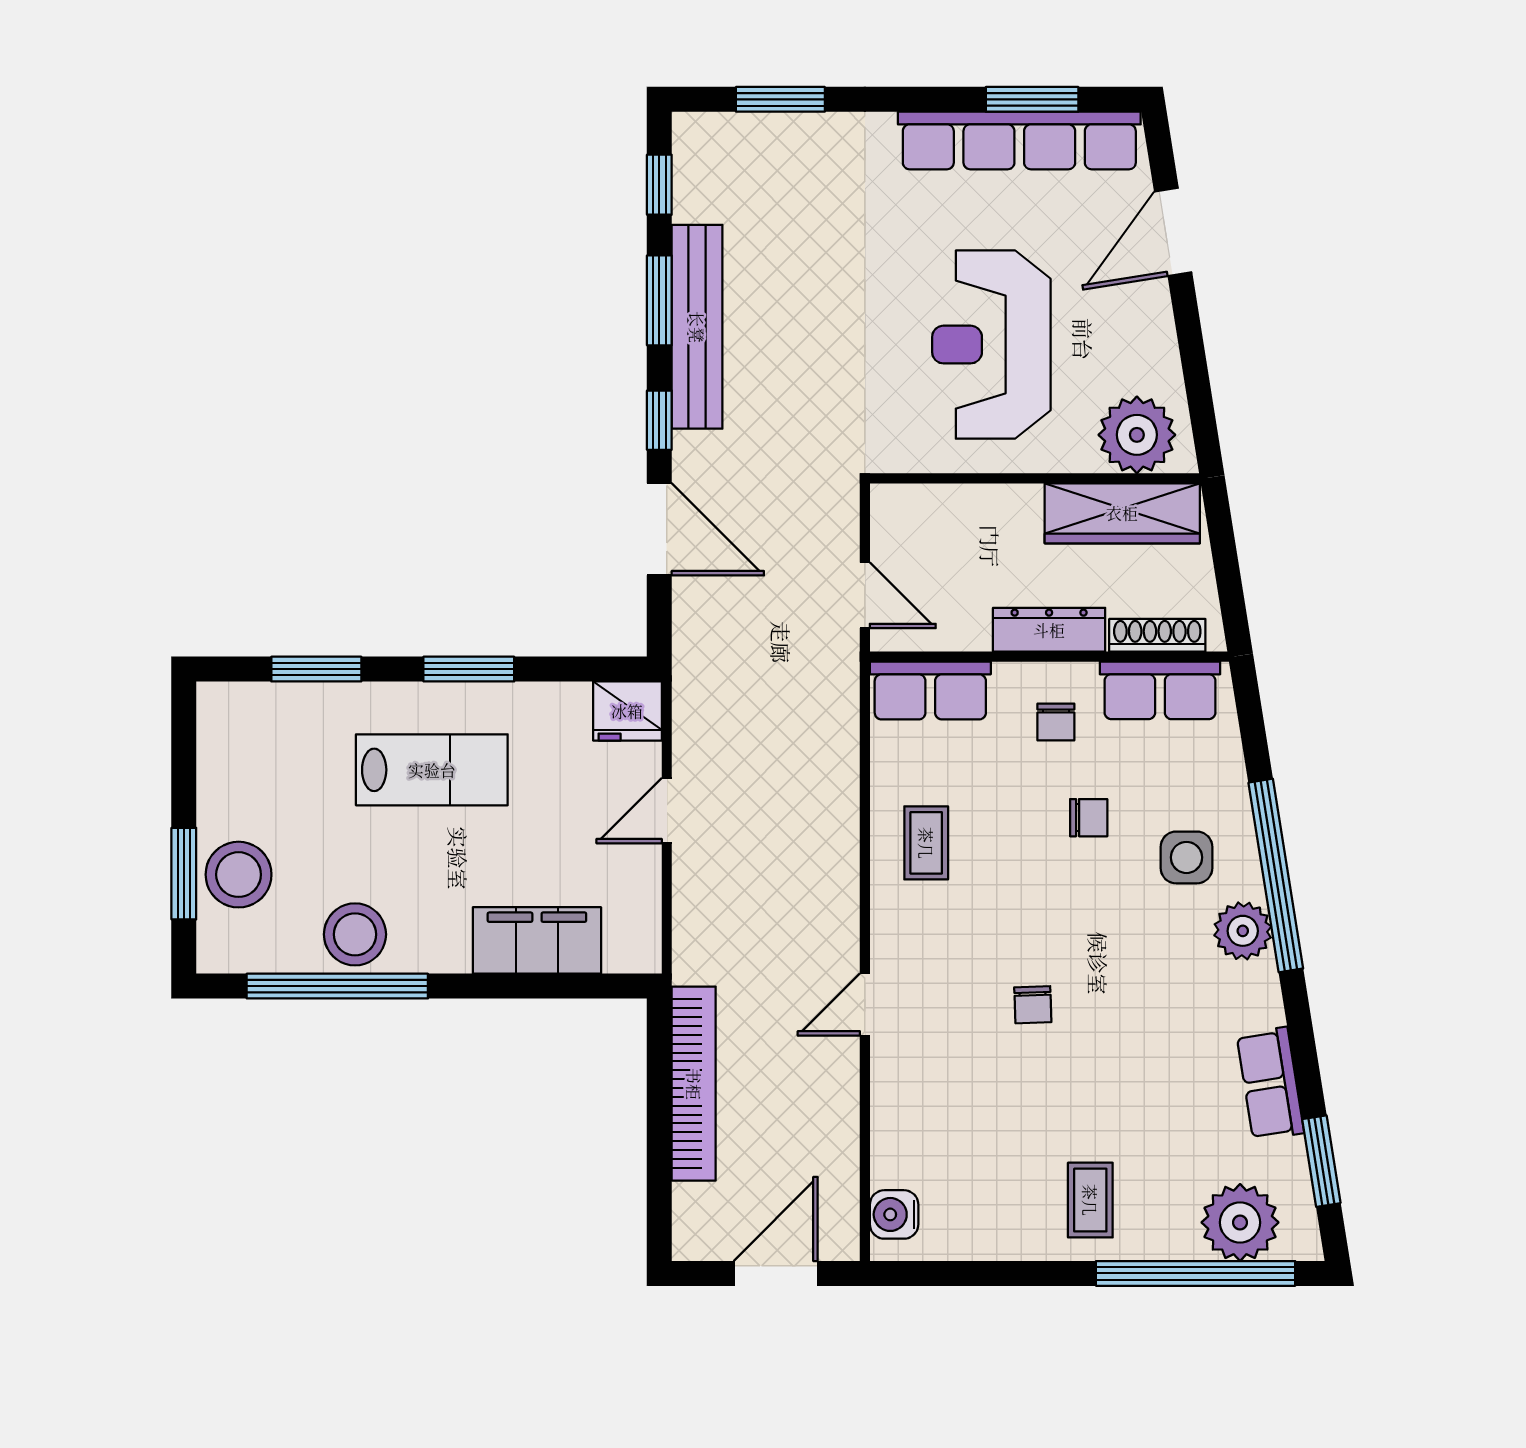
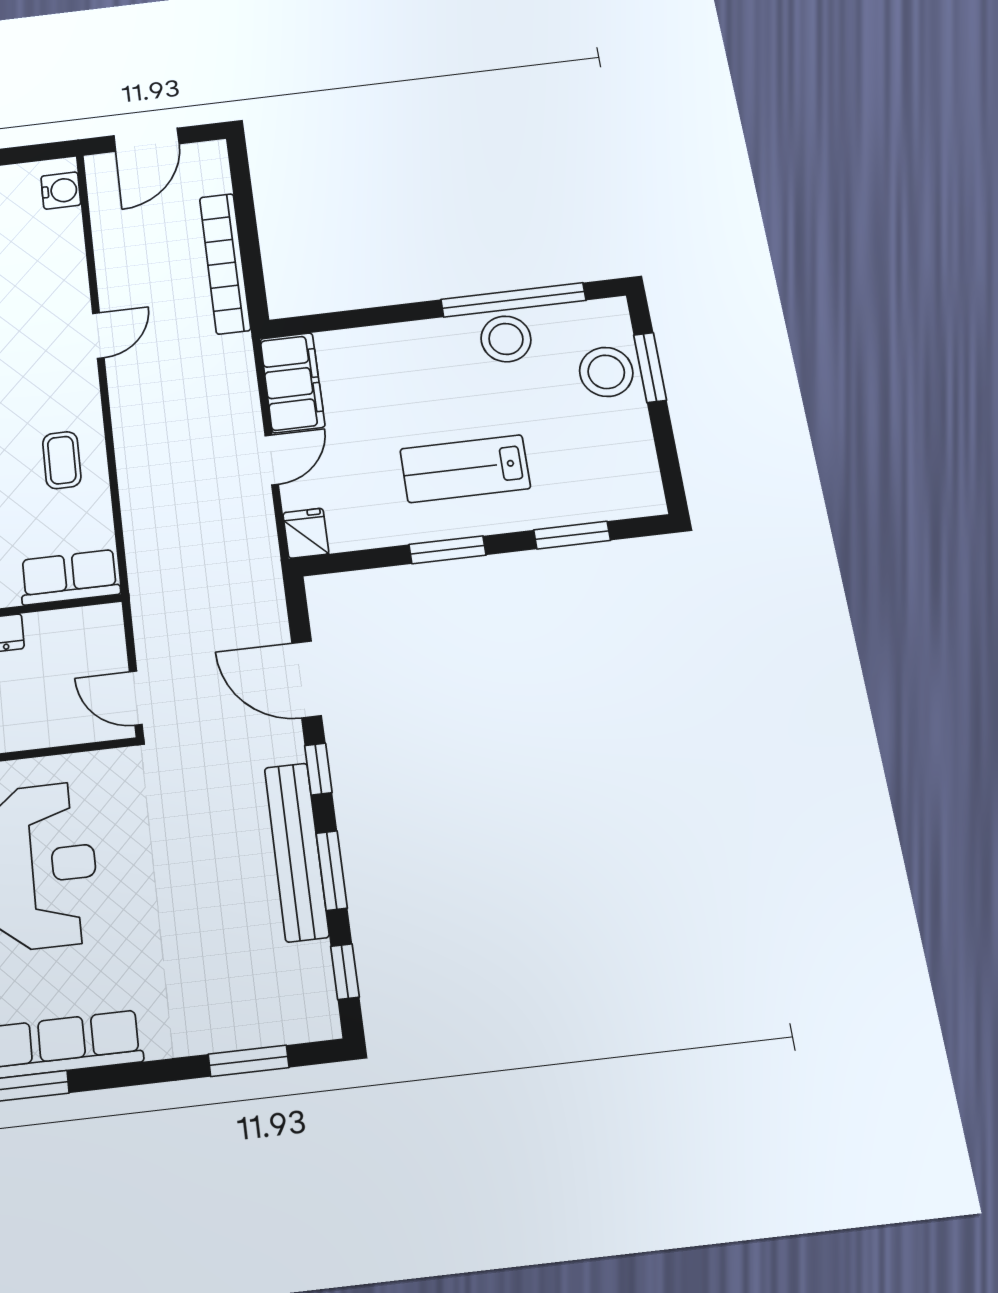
door: (865, 595) -> (136, 698), moved
fridge: (627, 711) -> (306, 533), width x0.72
filing cabinet: (537, 940) -> (292, 383), moved, turned -90

